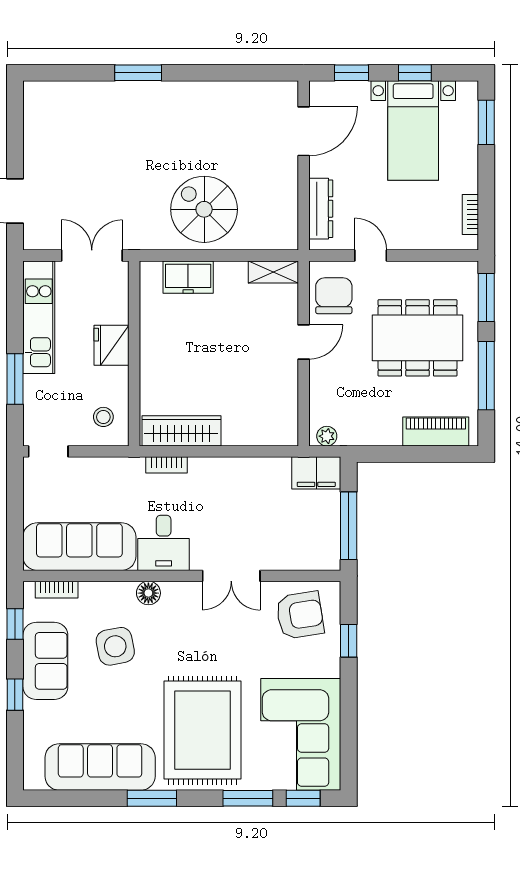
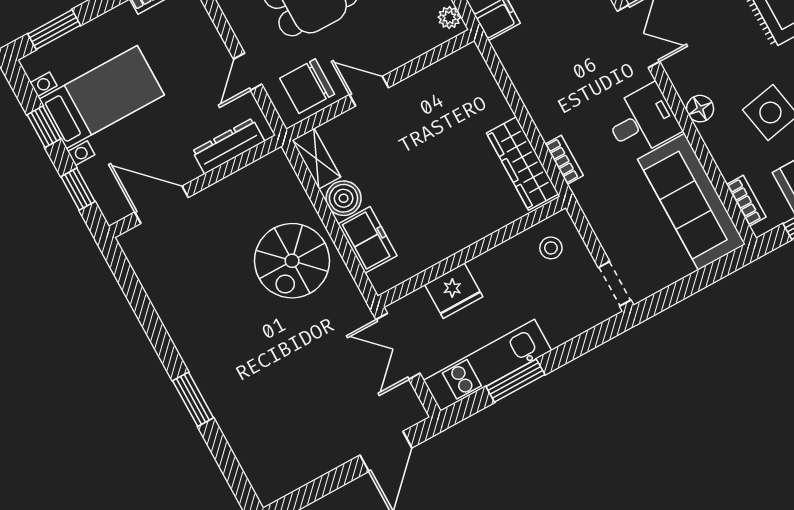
boiler: (231, 276) -> (344, 198), added
fridge: (111, 345) -> (454, 291), moved
window: (15, 379) -> (515, 381), moved

